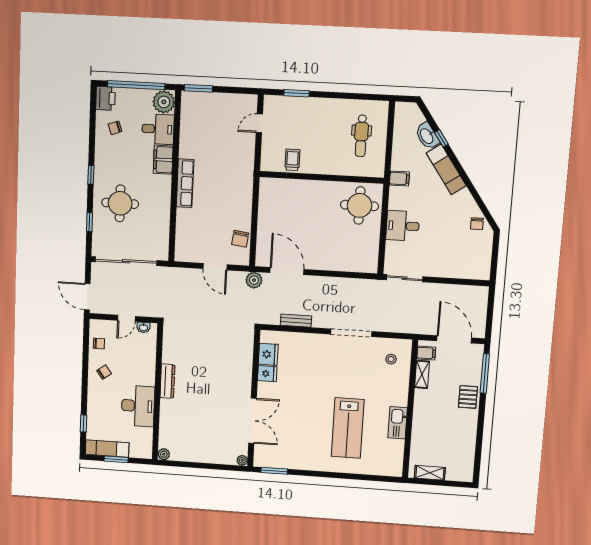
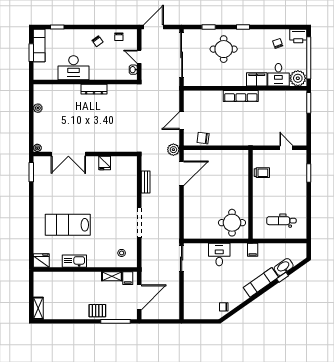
fridge: (268, 354) -> (41, 261), moved, turned 180
plant: (164, 454) -> (38, 108), moved
shelving: (430, 473) -> (38, 308), moved

